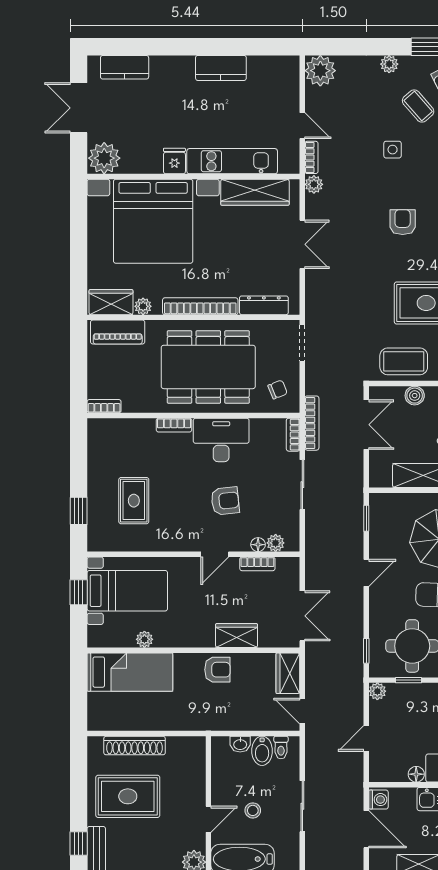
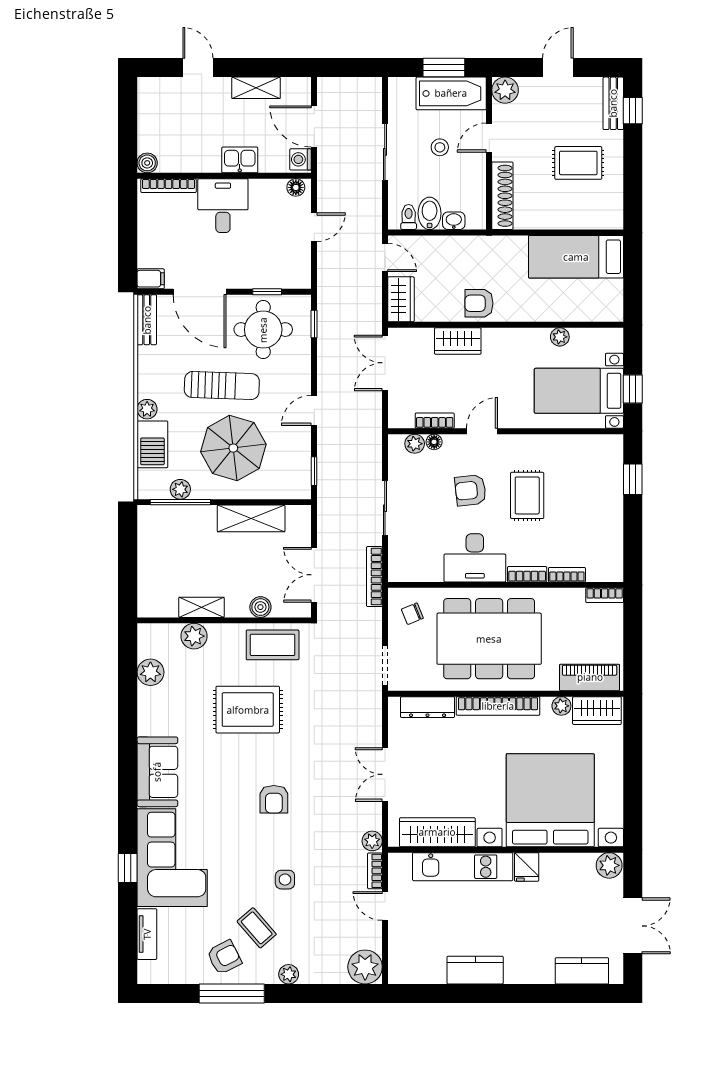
plant: (104, 158) -> (609, 865), width x0.73, depth x0.73
bookcase: (293, 435) -> (567, 575), moved, turned -90
rug: (134, 501) -> (527, 495), moved
bed: (130, 672) -> (576, 257), moved
plant: (377, 691) -> (302, 279), removed
shoe rack: (135, 746) -> (502, 196), moved, turned 90
floor lamp: (416, 774) -> (296, 187), moved
rug: (128, 796) -> (578, 163), width x0.73, depth x0.70

